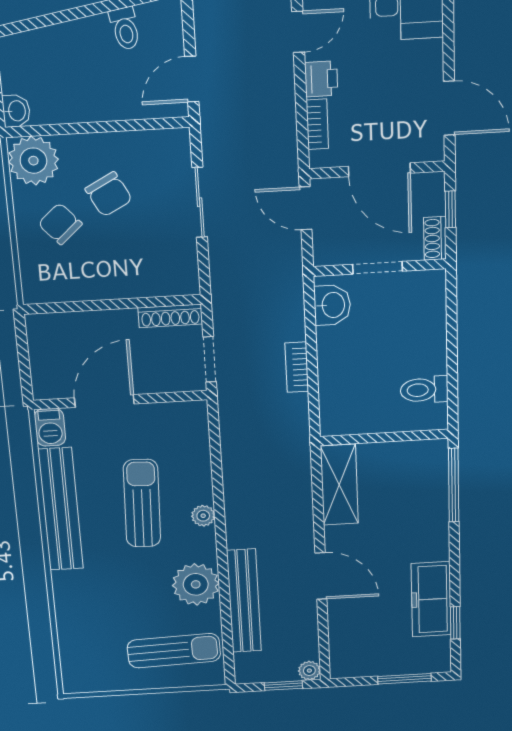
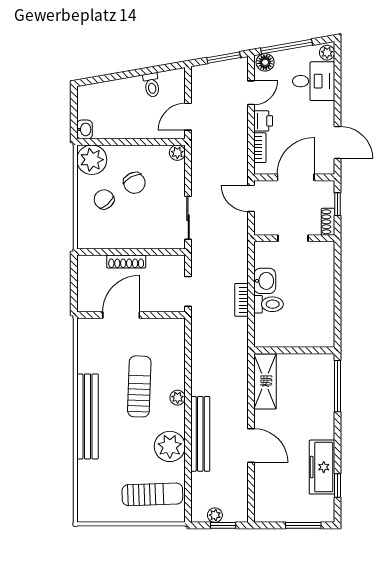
plant: (177, 141) -> (177, 153), added
door: (379, 170) -> (296, 177), swing flipped
sliding door: (200, 202) -> (188, 218), moved
washbasin: (332, 305) -> (265, 281), moved
shoe rack: (170, 316) -> (126, 262), moved
toilet: (424, 390) -> (269, 304), moved, turned 180
barbecue: (50, 427) -> (86, 331), removed
bench: (61, 509) -> (88, 416), moved
bench: (244, 601) -> (200, 434), moved
plant: (309, 671) -> (215, 515), moved

